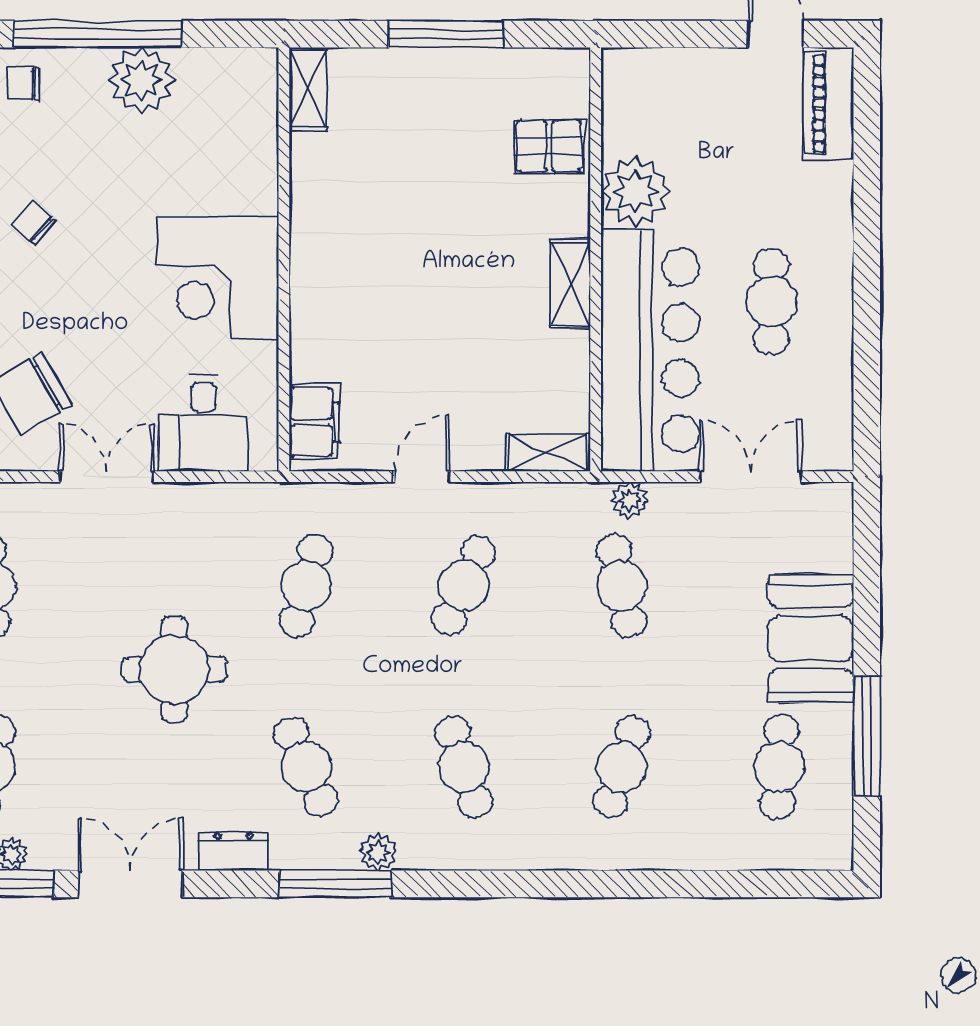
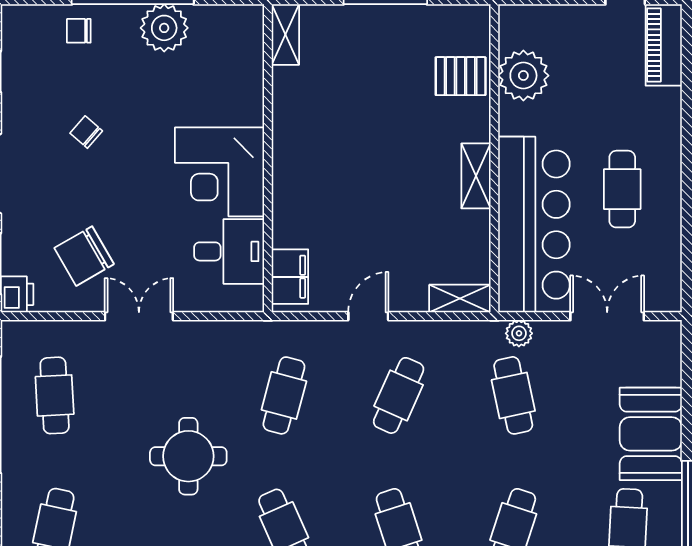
plant: (636, 191) -> (523, 76), moved
desk: (203, 423) -> (229, 251), moved, turned -90

